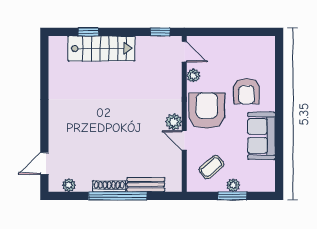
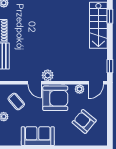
armchair: (246, 91) -> (84, 121), moved, turned 40
door: (184, 140) -> (35, 83), swing flipped

